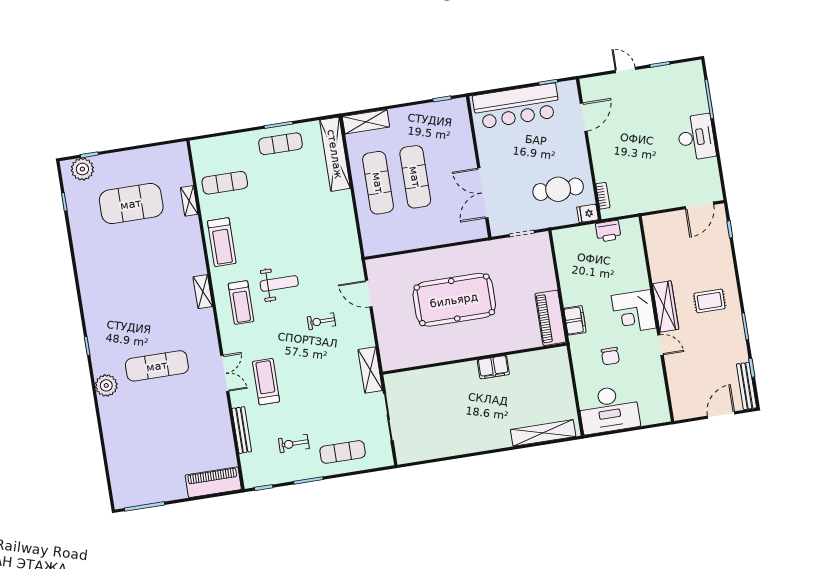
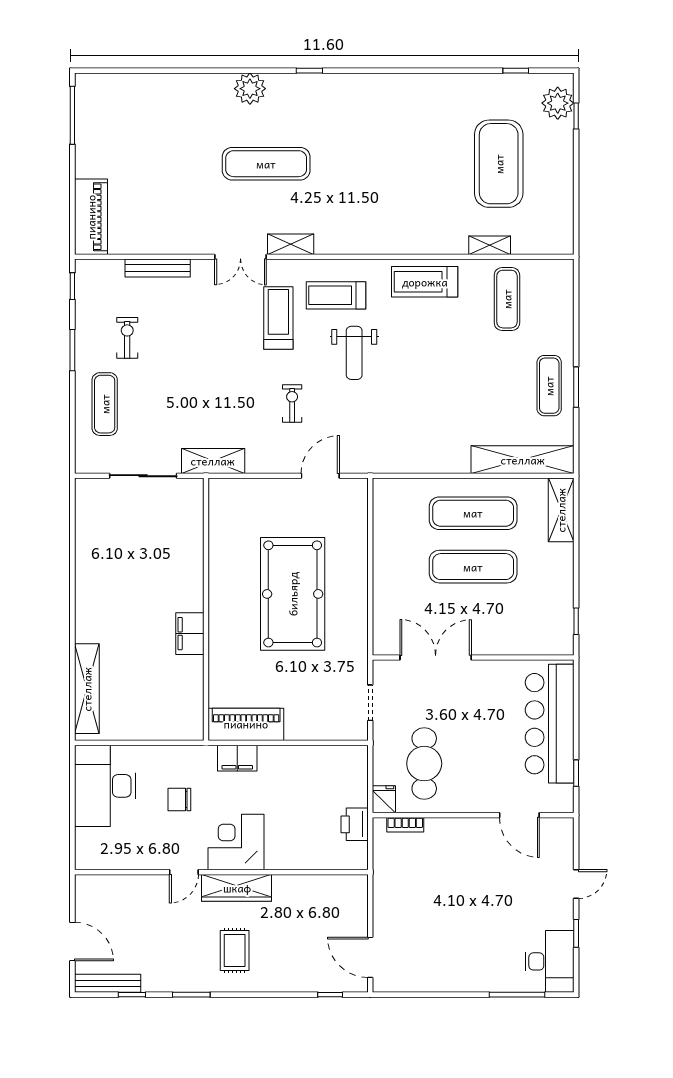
desk: (696, 137) -> (549, 961), moved, turned -90
shelving: (203, 292) -> (291, 244), moved
exercise mat: (157, 366) -> (266, 164), turned 90
treadmill: (266, 382) -> (278, 318), moved, turned -90

